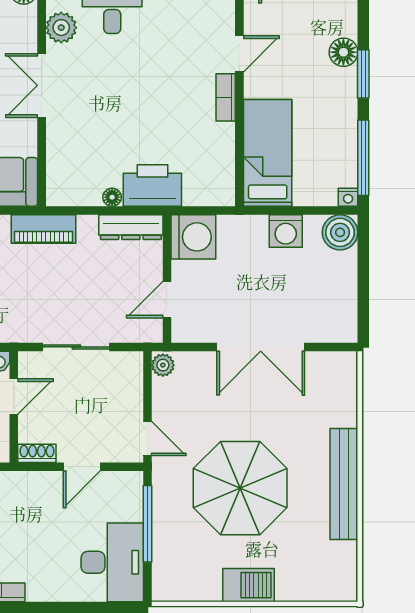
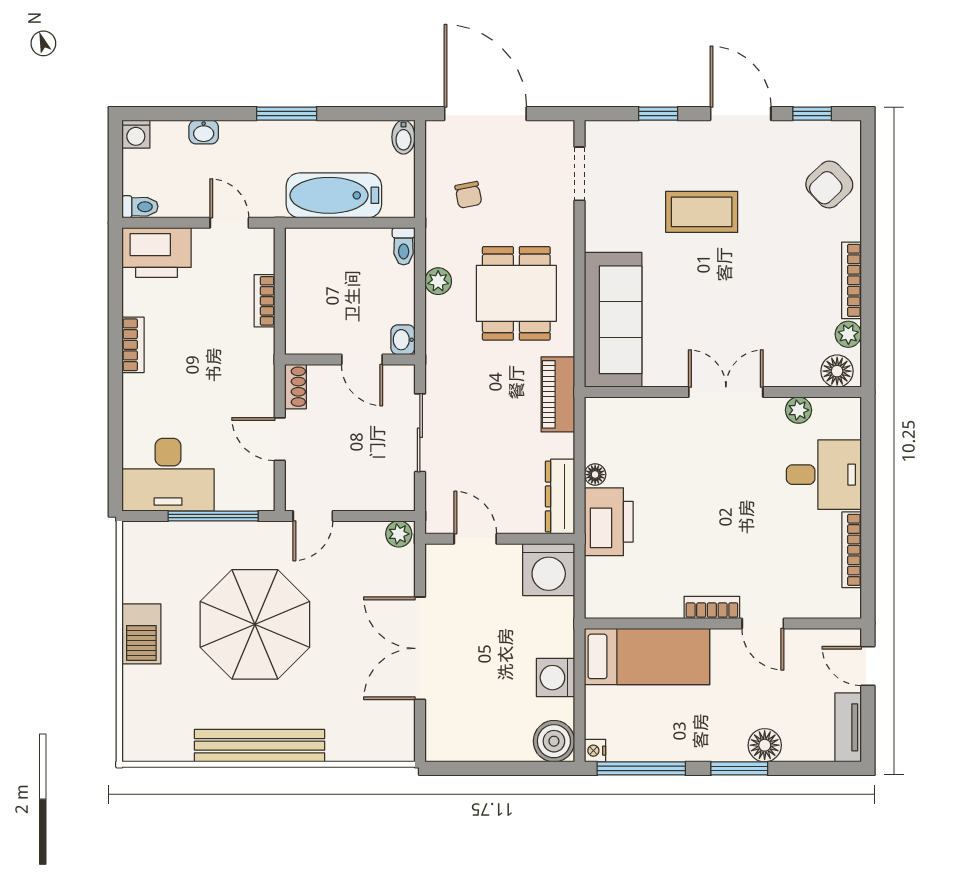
plant: (61, 28) -> (798, 410), width x0.73, depth x0.73

